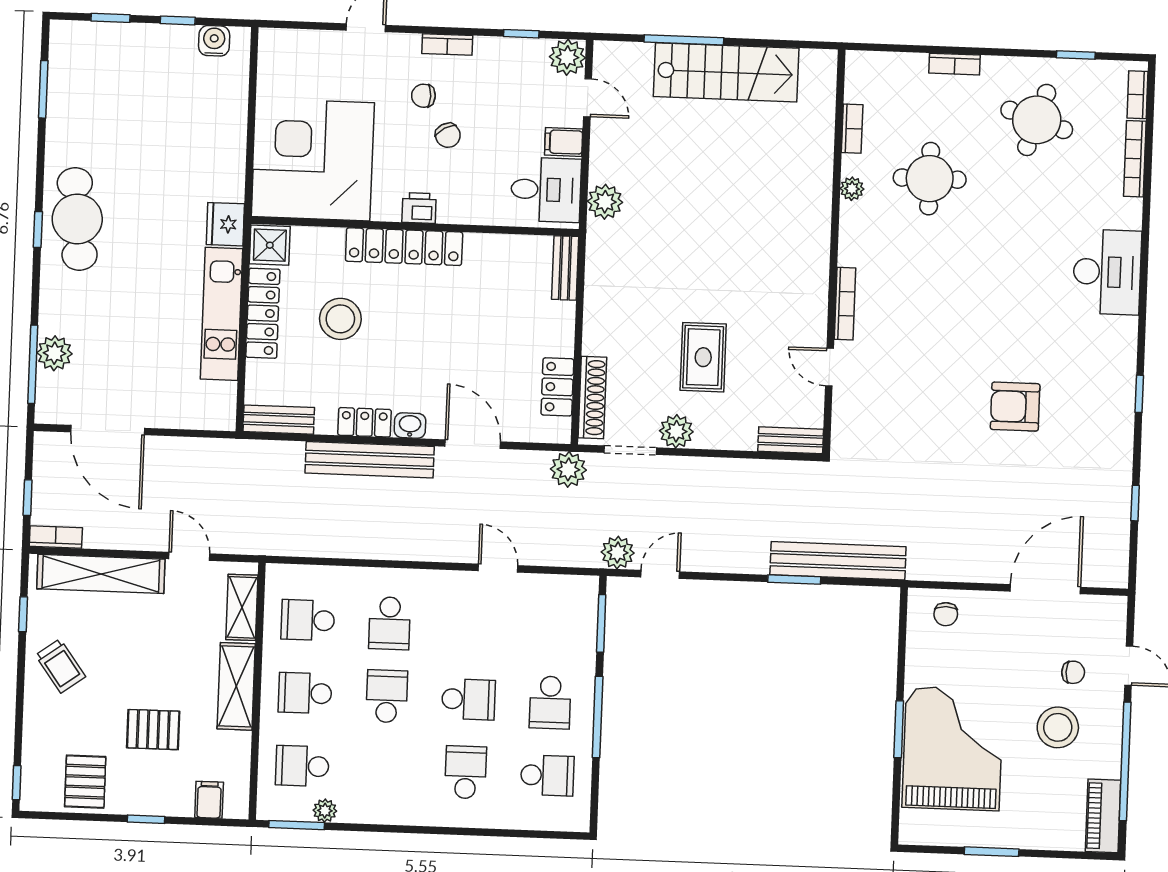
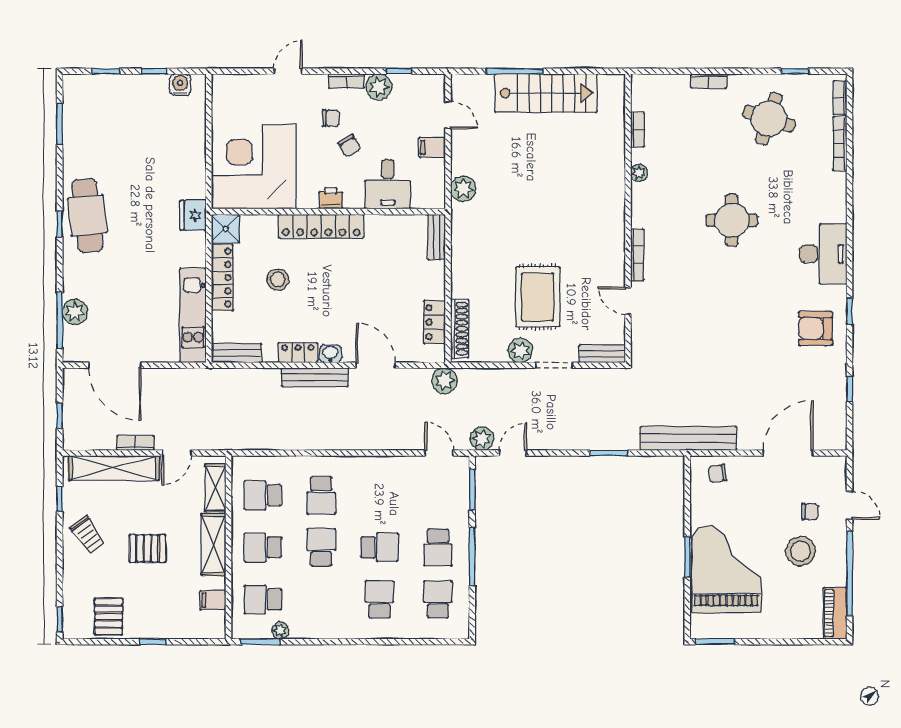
plant: (567, 57) -> (379, 87), moved
chair: (423, 96) -> (331, 118), turned 180
round table: (930, 179) -> (732, 220), moved
desk: (546, 190) -> (388, 184), moved, turned 90
desk: (1107, 272) -> (823, 254), moved
kitchen unit: (222, 314) -> (193, 315), moved
stool: (340, 319) -> (278, 280), width x0.73, depth x0.73
rug: (703, 357) -> (538, 297), width x1.36, depth x1.43
armchair: (1015, 407) -> (816, 328), moved
doorway: (630, 450) -> (554, 365), moved
bench: (370, 460) -> (315, 377), width x0.73, depth x0.82
bookcase: (56, 537) -> (135, 443), moved
door: (189, 556) -> (177, 453), swing flipped
bench: (838, 561) -> (688, 438), moved
door: (498, 568) -> (439, 453), moved
chair: (946, 614) -> (718, 474), turned 81
pallet: (153, 730) -> (147, 548), moved
school desk: (547, 775) -> (438, 599), turned -90
filing cabinet: (209, 800) -> (213, 600), moved, turned -90
window: (992, 852) -> (715, 642), moved

